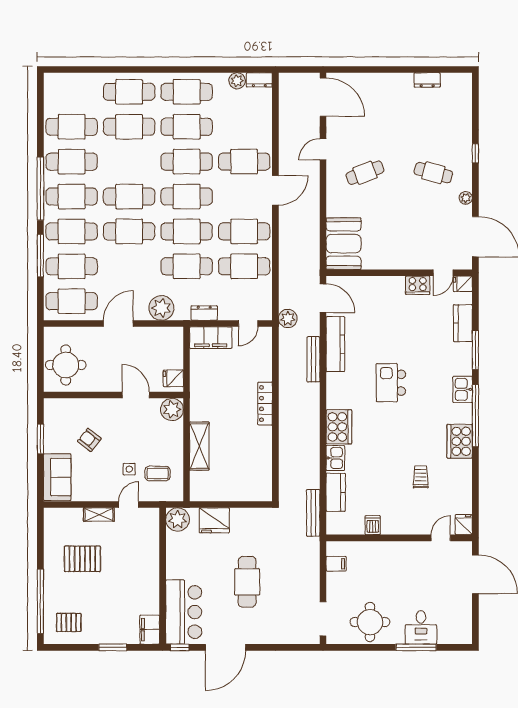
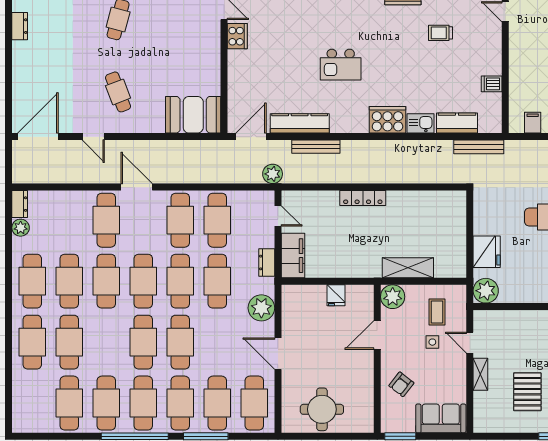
wall: (113, 395) -> (377, 359), moved
door: (136, 395) -> (377, 335), moved
plant: (172, 409) -> (393, 297), moved

